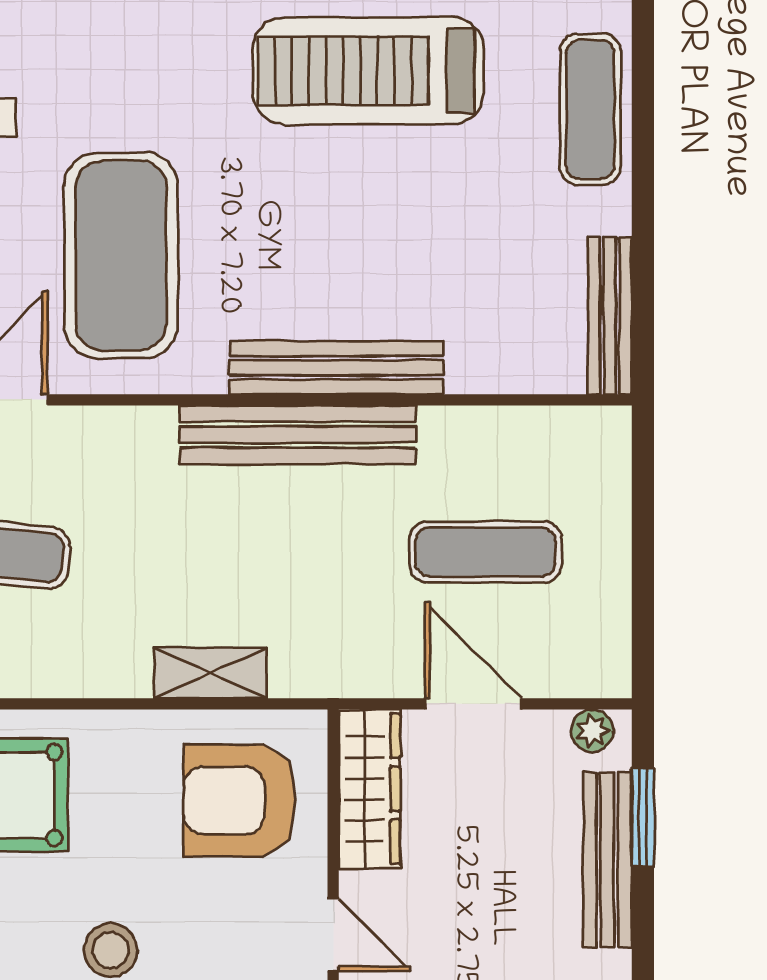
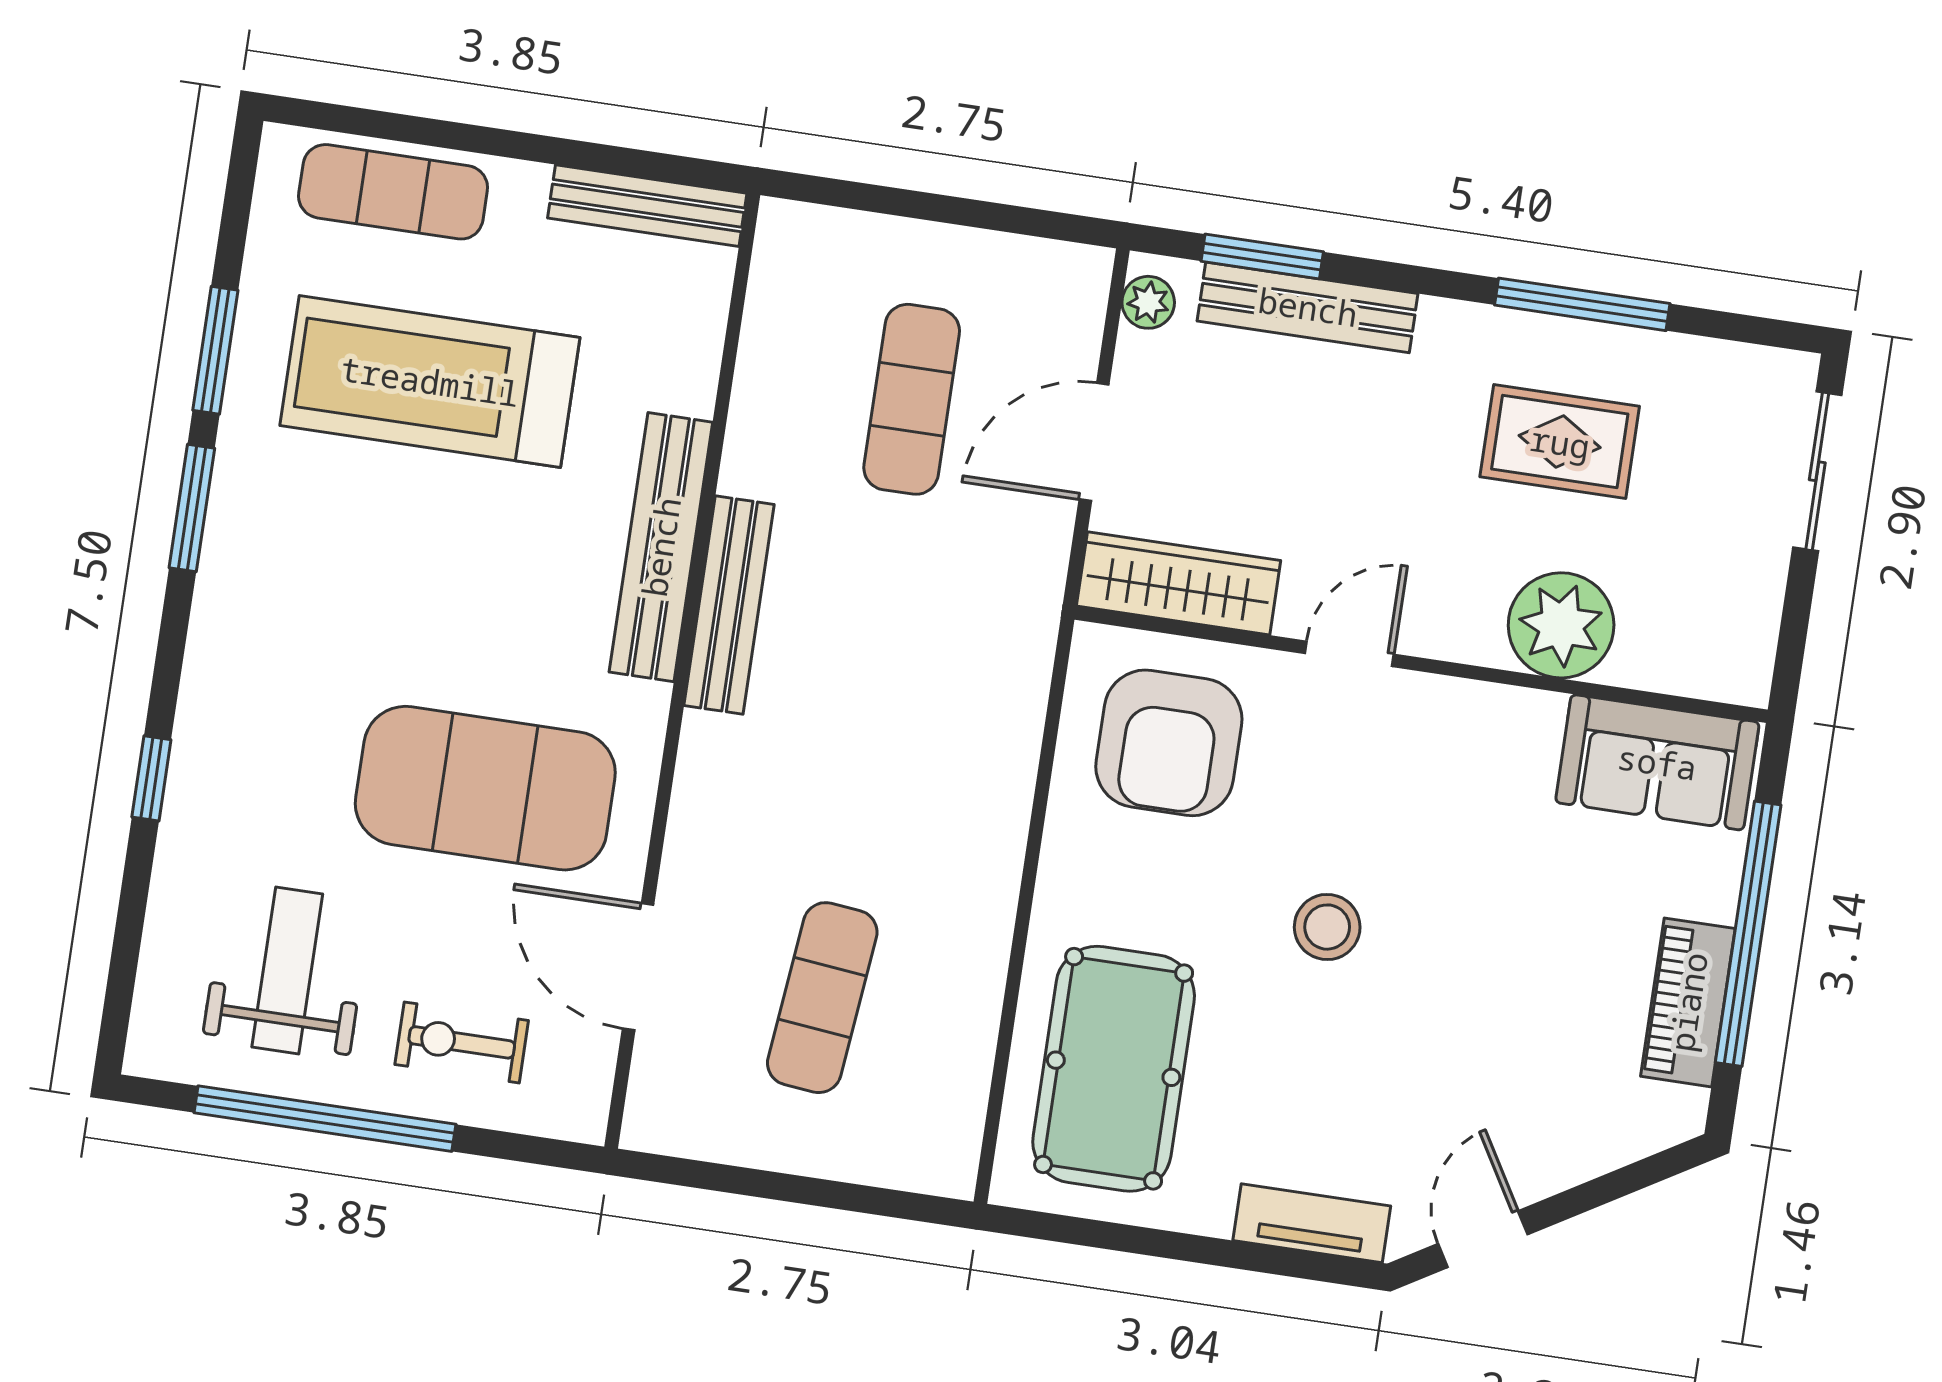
treadmill: (368, 71) -> (430, 381), moved, turned 90
bench: (298, 435) -> (729, 605), width x0.73, depth x0.82
shelving: (210, 673) -> (1009, 755), removed

